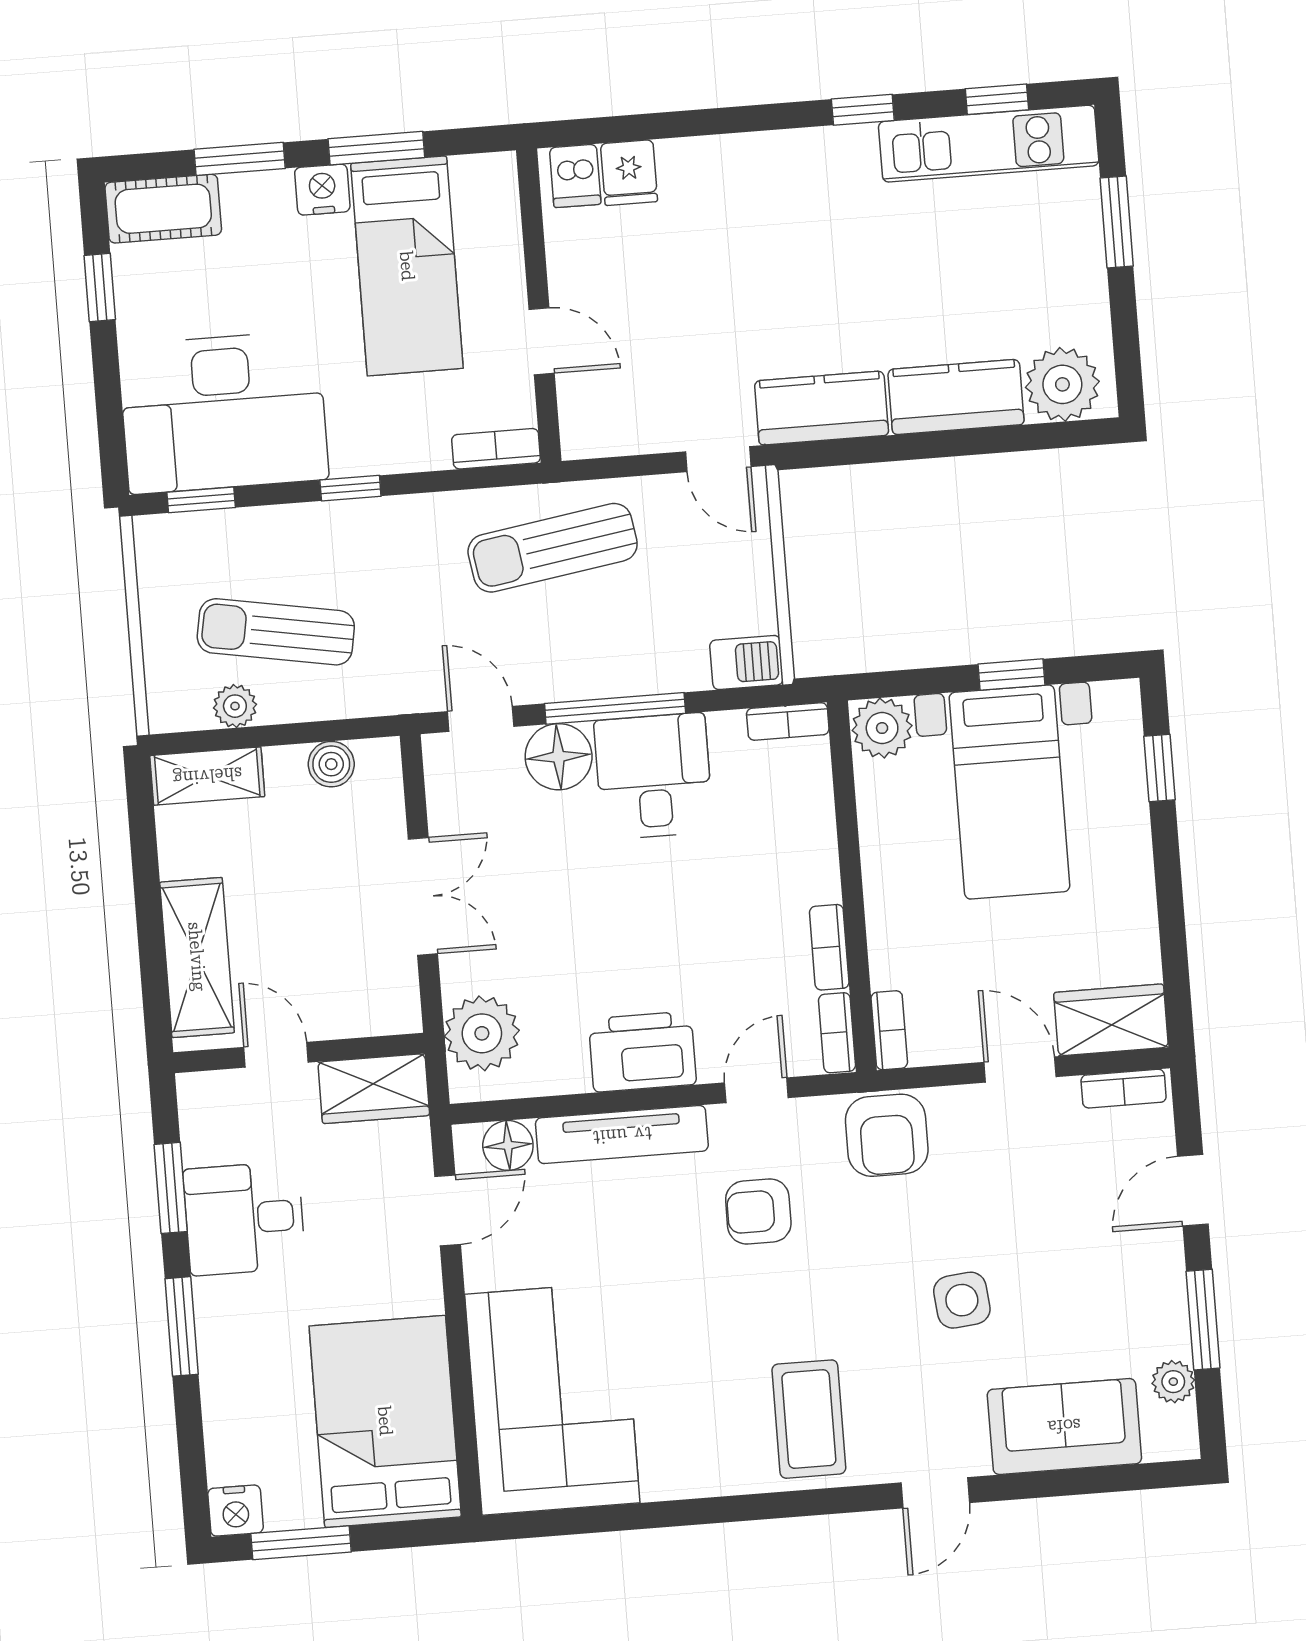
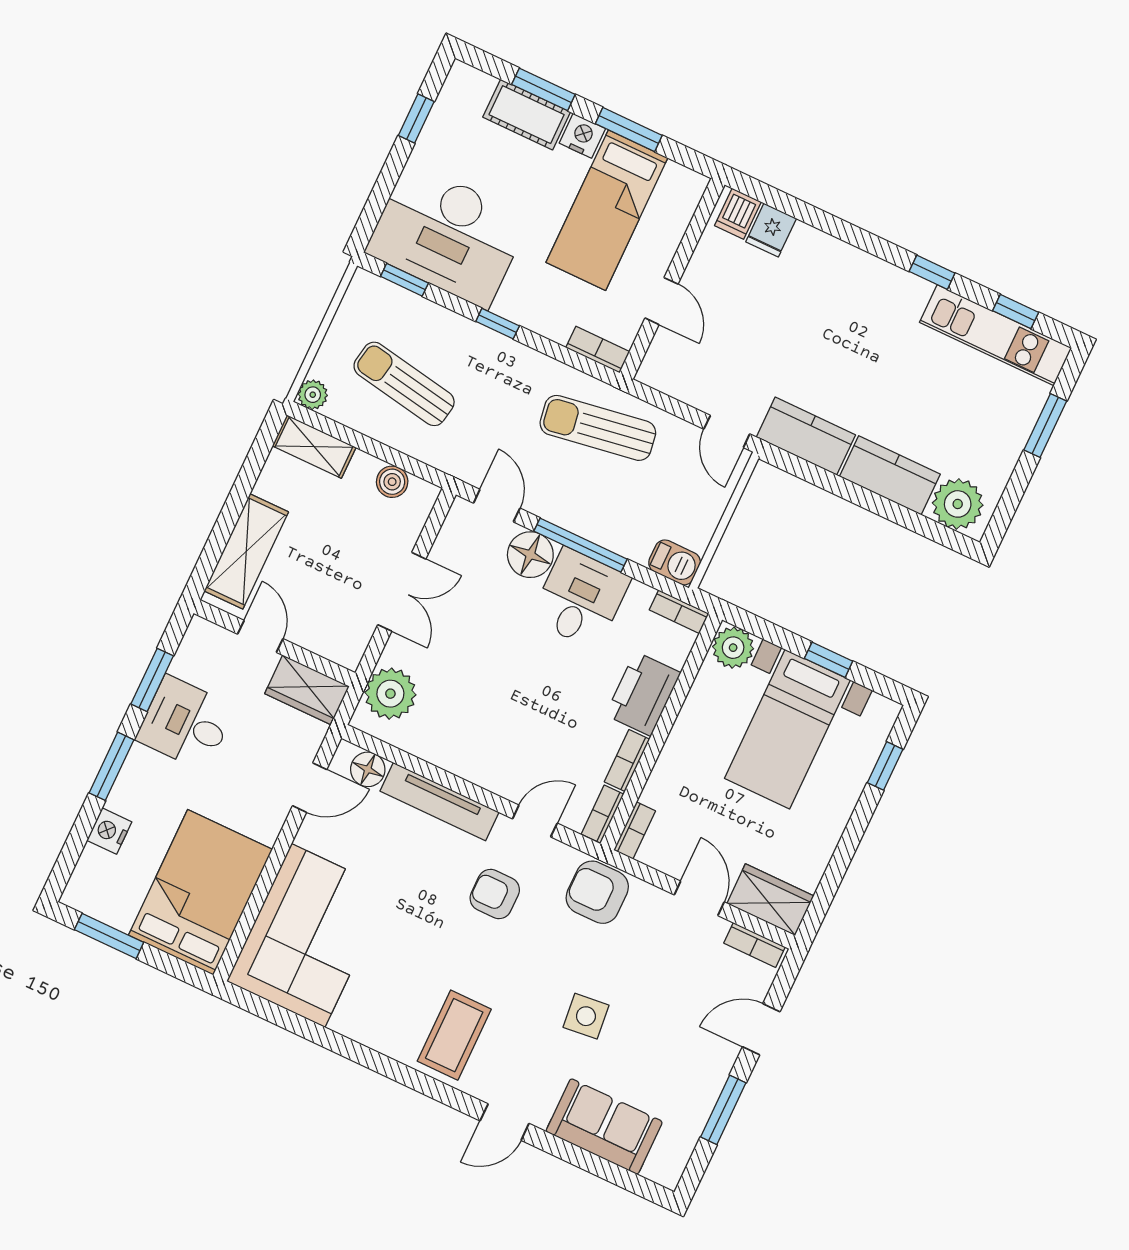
cot: (163, 209) -> (527, 115), moved
plant: (235, 706) -> (313, 395), moved
printer: (642, 1052) -> (643, 694), moved, turned -90
armchair: (887, 1135) -> (597, 892), turned 90
plant: (1173, 1382) -> (684, 1137), removed
nightstand: (236, 1511) -> (109, 831), moved, turned 90

